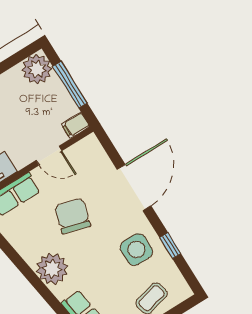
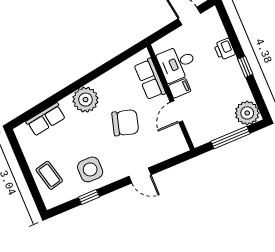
filing cabinet: (76, 125) -> (180, 88), moved, turned 90
door: (134, 188) -> (140, 176), width x0.53

